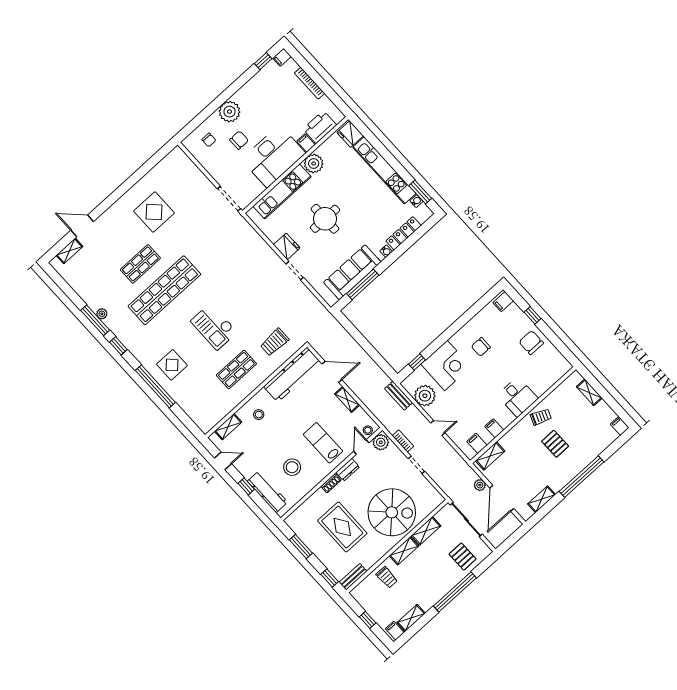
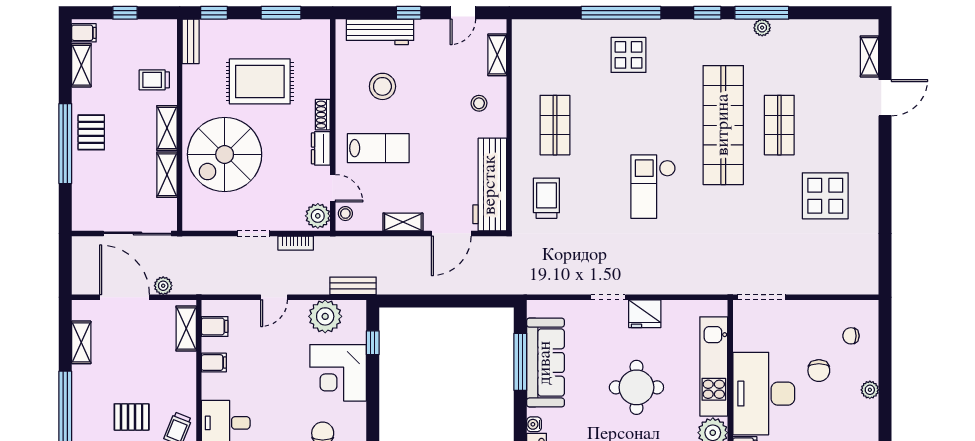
plant: (230, 112) -> (870, 390), width x0.53, depth x0.53
checkout: (214, 327) -> (653, 187), moved, turned -90
pallet: (463, 557) -> (91, 132), moved, turned 90

